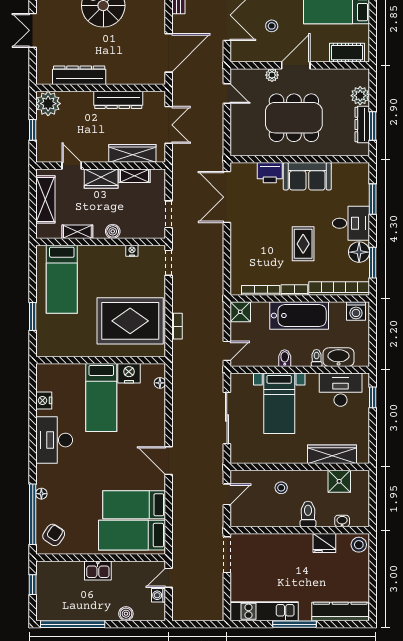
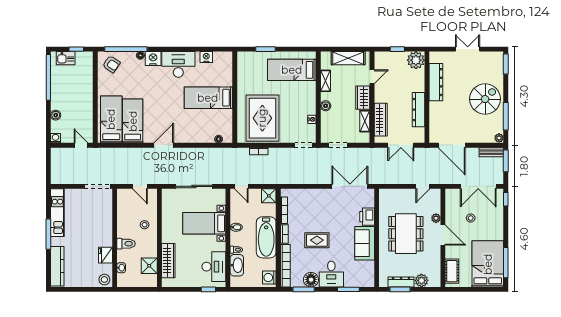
nightstand: (129, 373) -> (153, 58), moved, turned -90
kitchen sink: (98, 570) -> (66, 58), moved, turned -90
washing machine: (159, 595) -> (55, 138), moved

